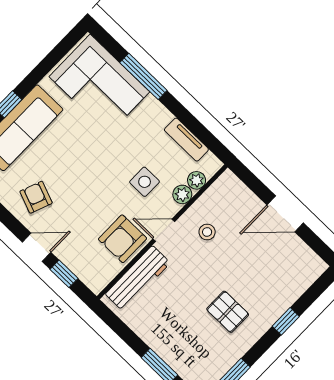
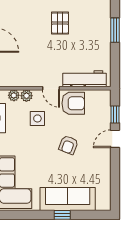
armchair: (36, 197) -> (68, 145), moved
stool: (207, 232) -> (33, 68), removed
door: (37, 247) -> (115, 139), hinge flipped

